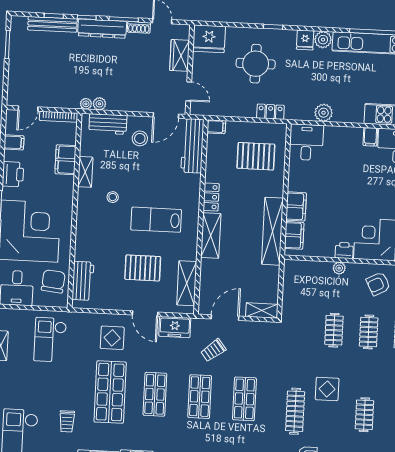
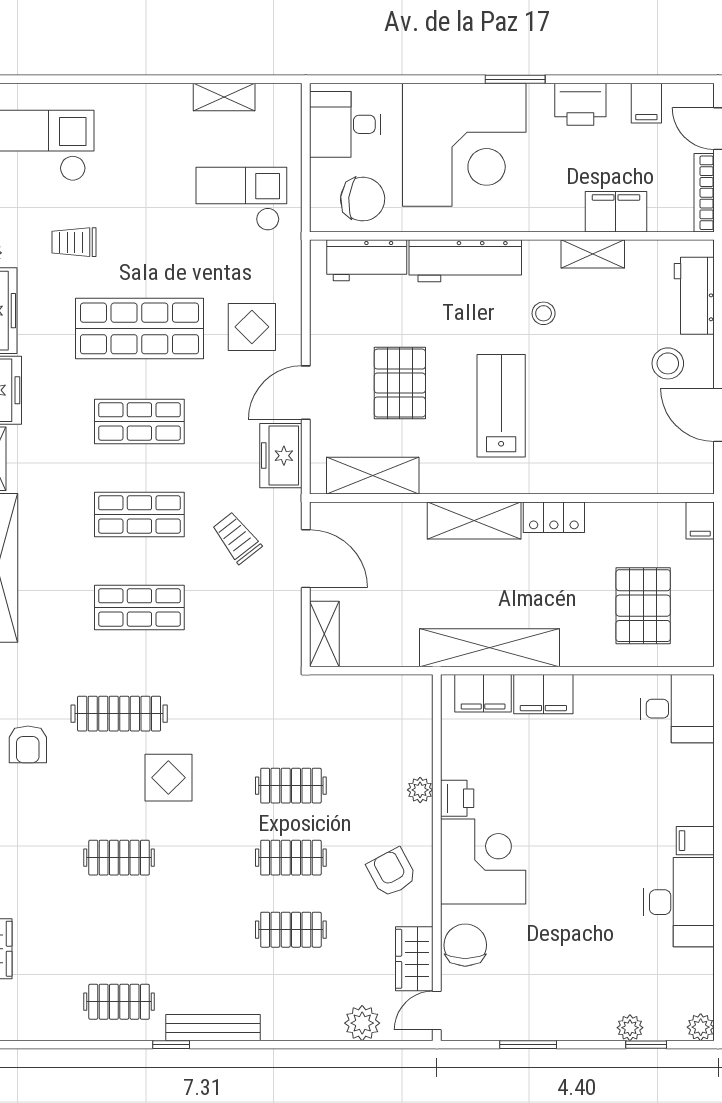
workbench: (192, 146) -> (465, 261), moved, turned 180

